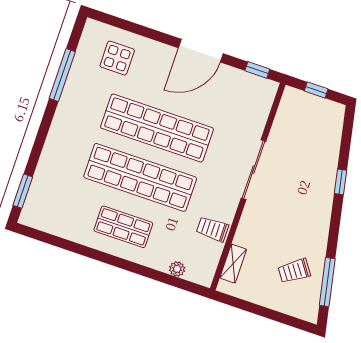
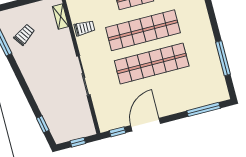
window: (130, 26) -> (204, 109), added
door: (201, 51) -> (146, 125), moved
display table: (117, 58) -> (199, 88), removed
window: (340, 182) -> (43, 124), moved

